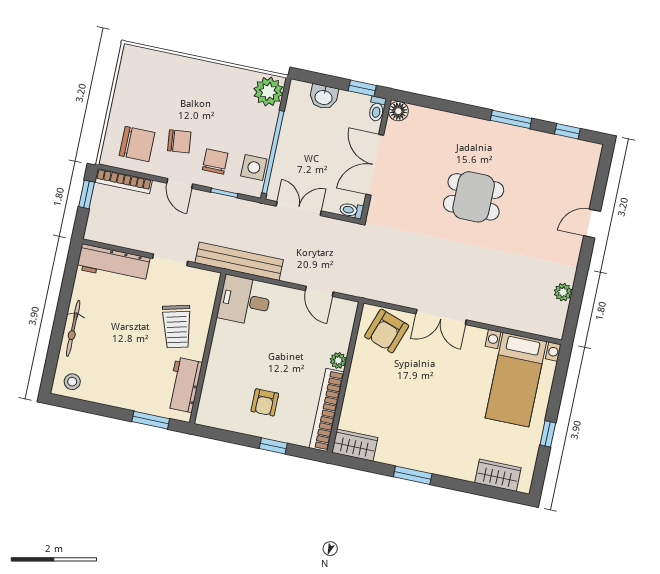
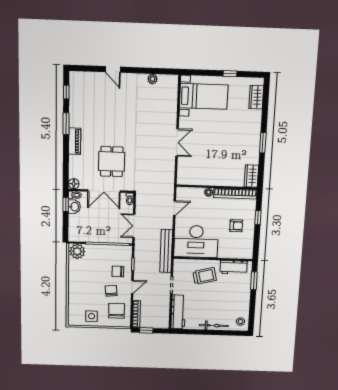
washbasin: (324, 97) -> (74, 207), moved
piano: (477, 129) -> (75, 141), added
side table: (254, 167) -> (91, 316), moved
dining table: (474, 197) -> (112, 161), moved
desk: (245, 301) -> (196, 241), width x1.87, depth x1.30
armchair: (387, 331) -> (189, 170), removed

